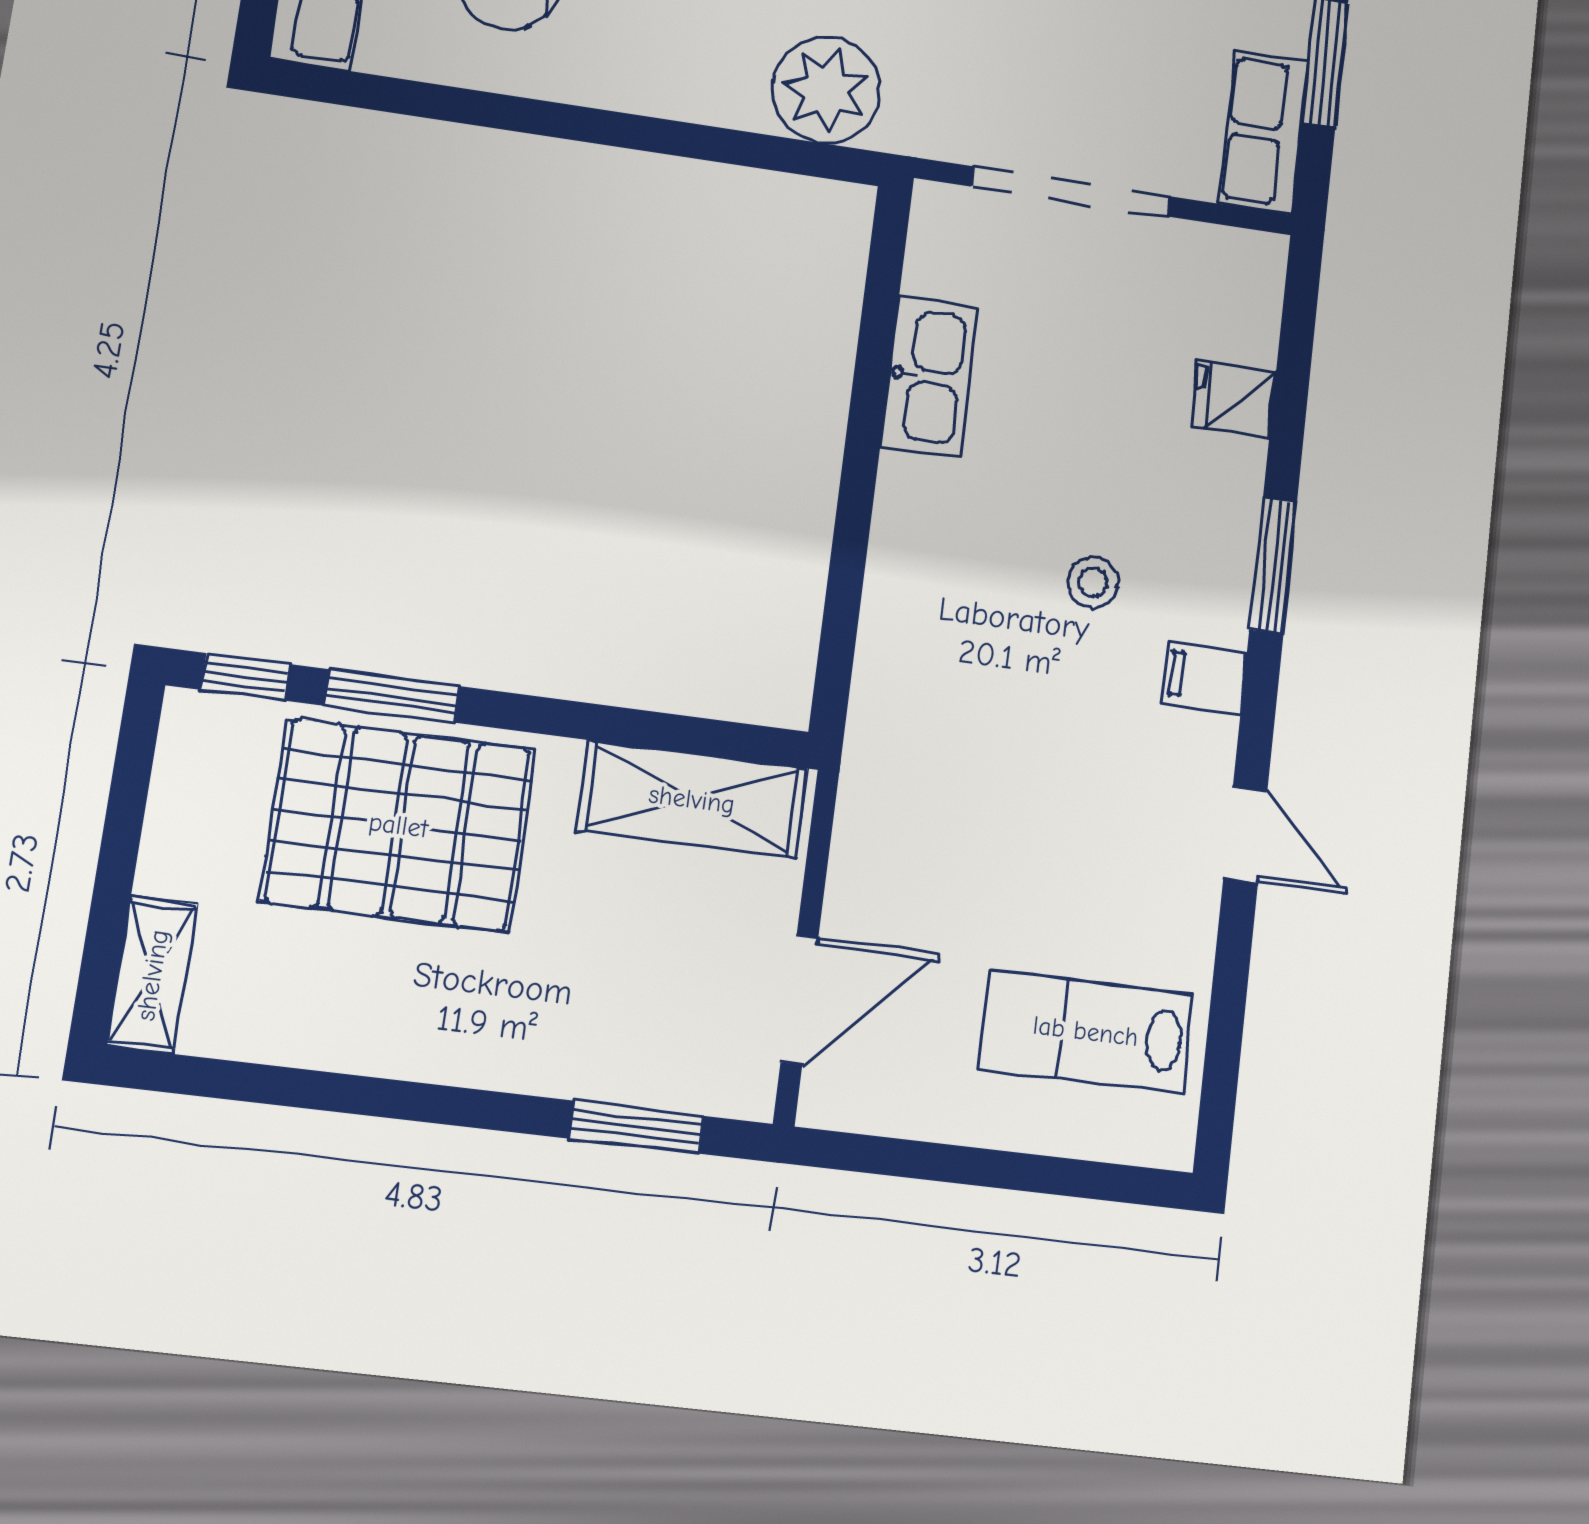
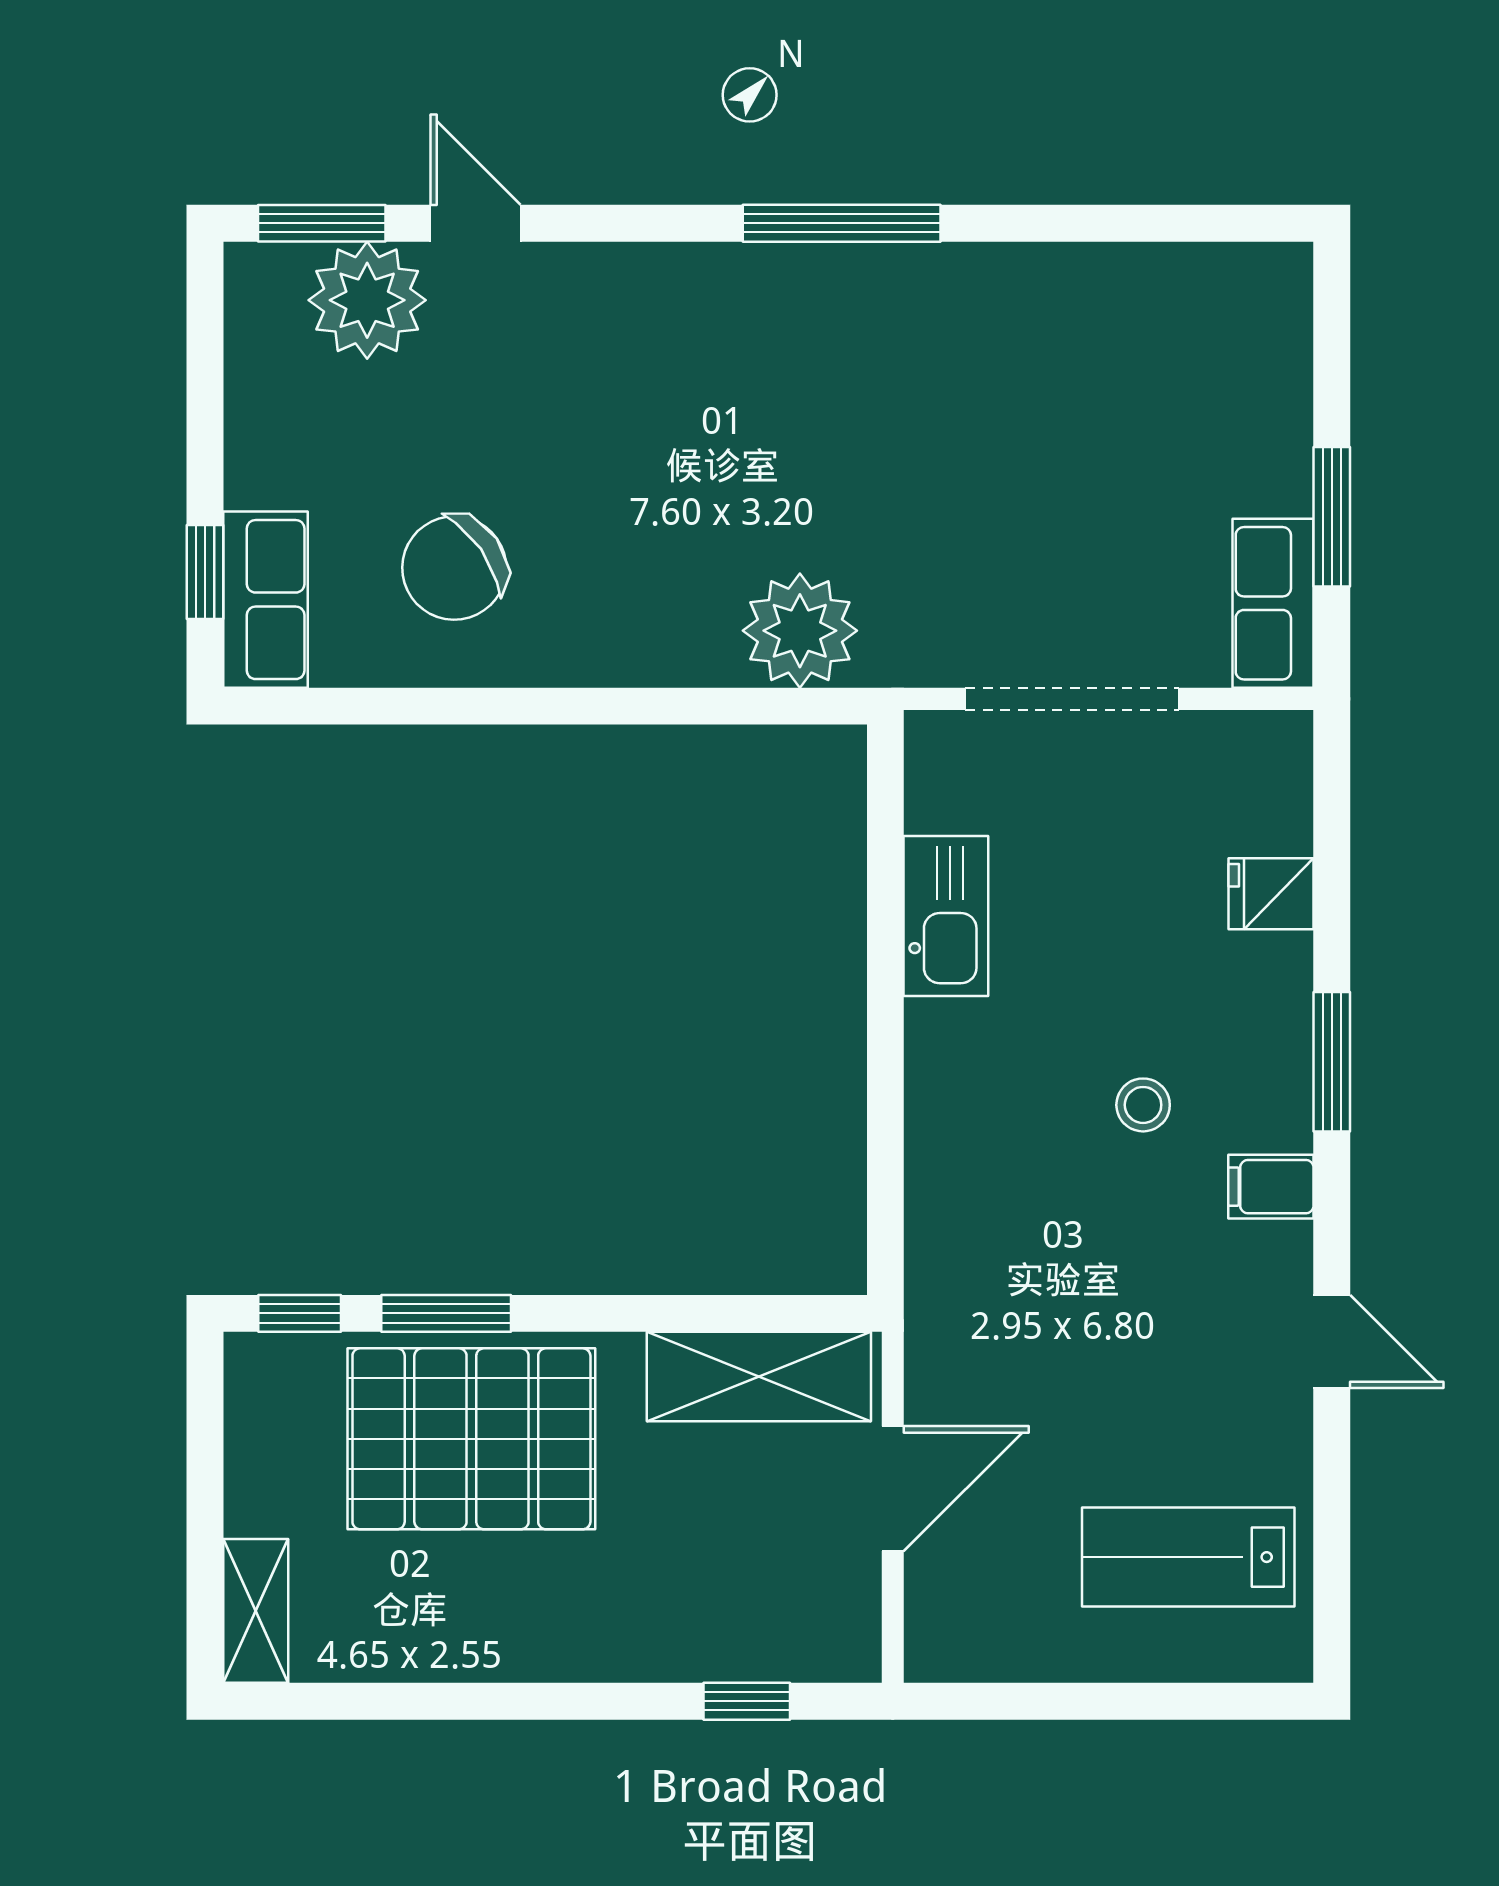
door: (799, 1000) -> (893, 1489), moved
window: (636, 1127) -> (747, 1701), width x0.67

